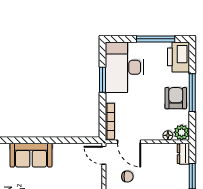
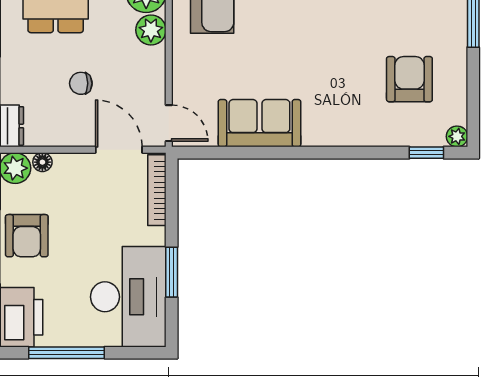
sofa: (31, 155) -> (259, 123), moved
chair: (127, 177) -> (81, 83), moved

